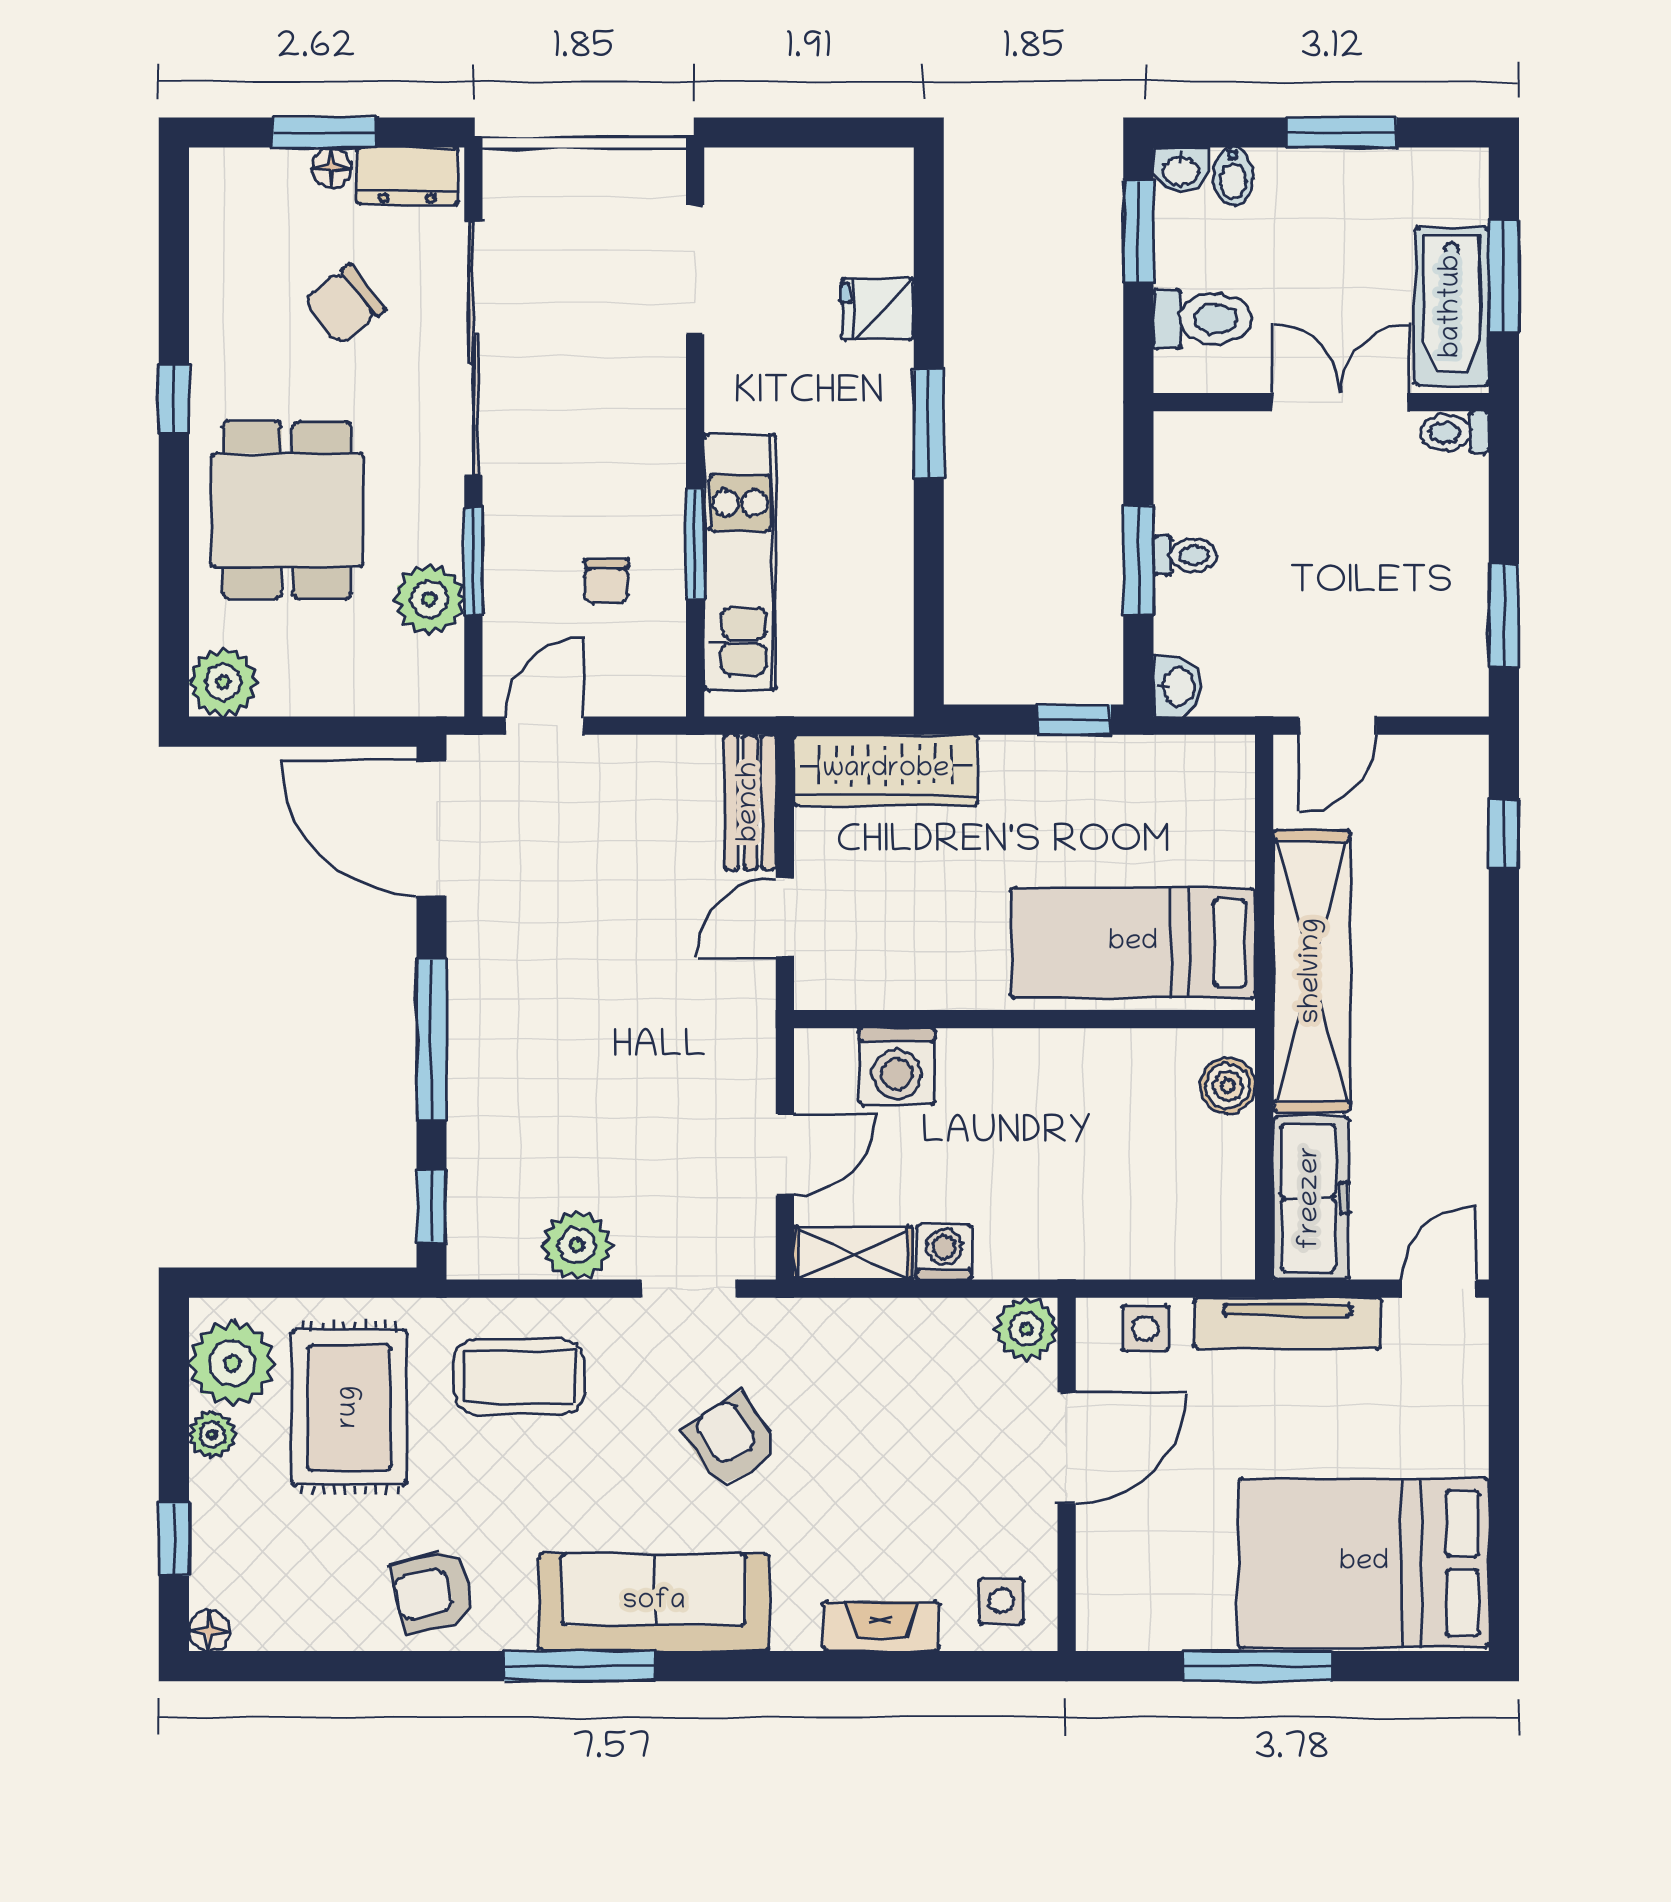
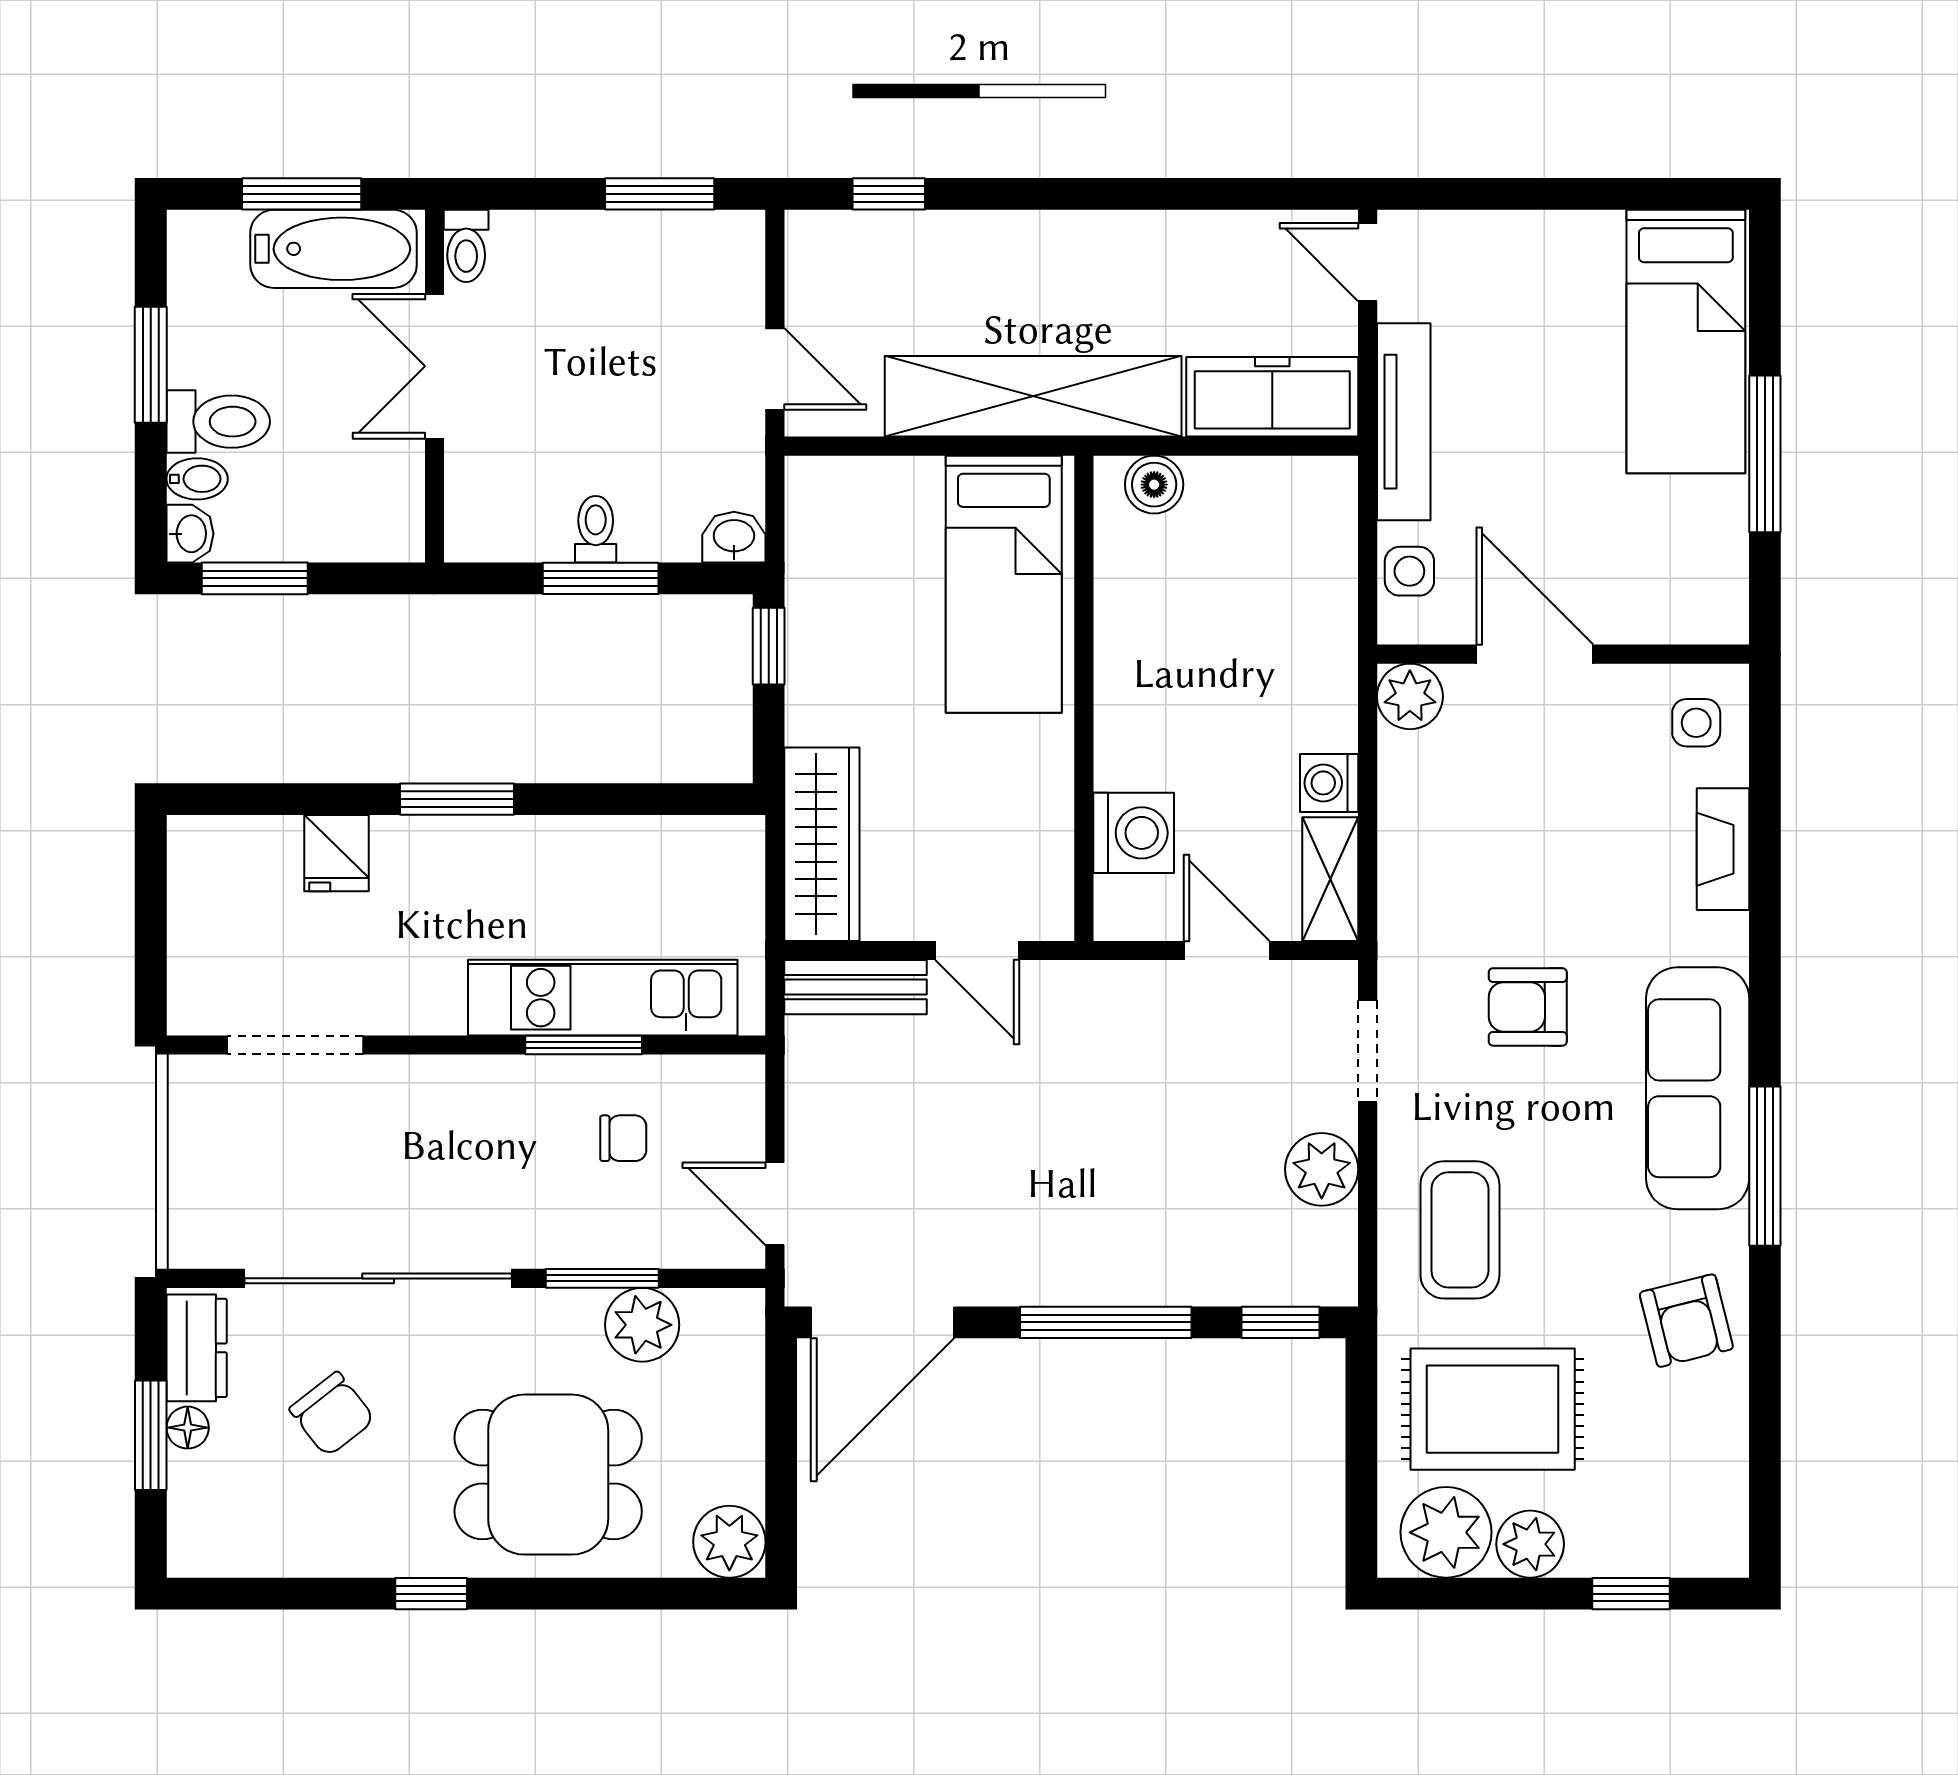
toilet: (1202, 319) -> (218, 422), moved, turned 90
plant: (212, 1434) -> (1530, 1544), width x1.38, depth x1.38
armchair: (731, 1441) -> (1528, 1007), turned 33
bed: (1364, 1563) -> (1686, 341), width x0.67
floor lamp: (209, 1631) -> (1727, 1556), removed

